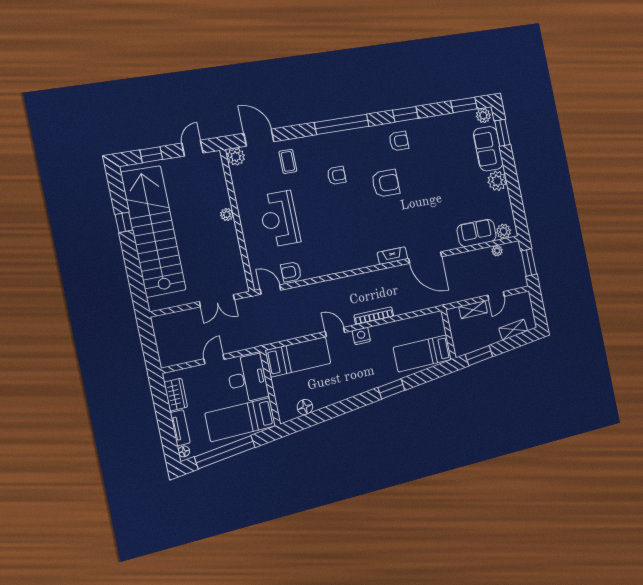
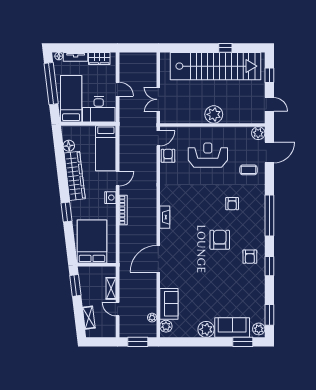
armchair: (386, 183) -> (220, 240), turned 180
plant: (227, 215) -> (214, 114), width x1.88, depth x1.88
fireplace: (392, 256) -> (165, 217), moved
bed: (423, 353) -> (92, 241), width x1.50
wardrobe: (343, 390) -> (75, 176), added

